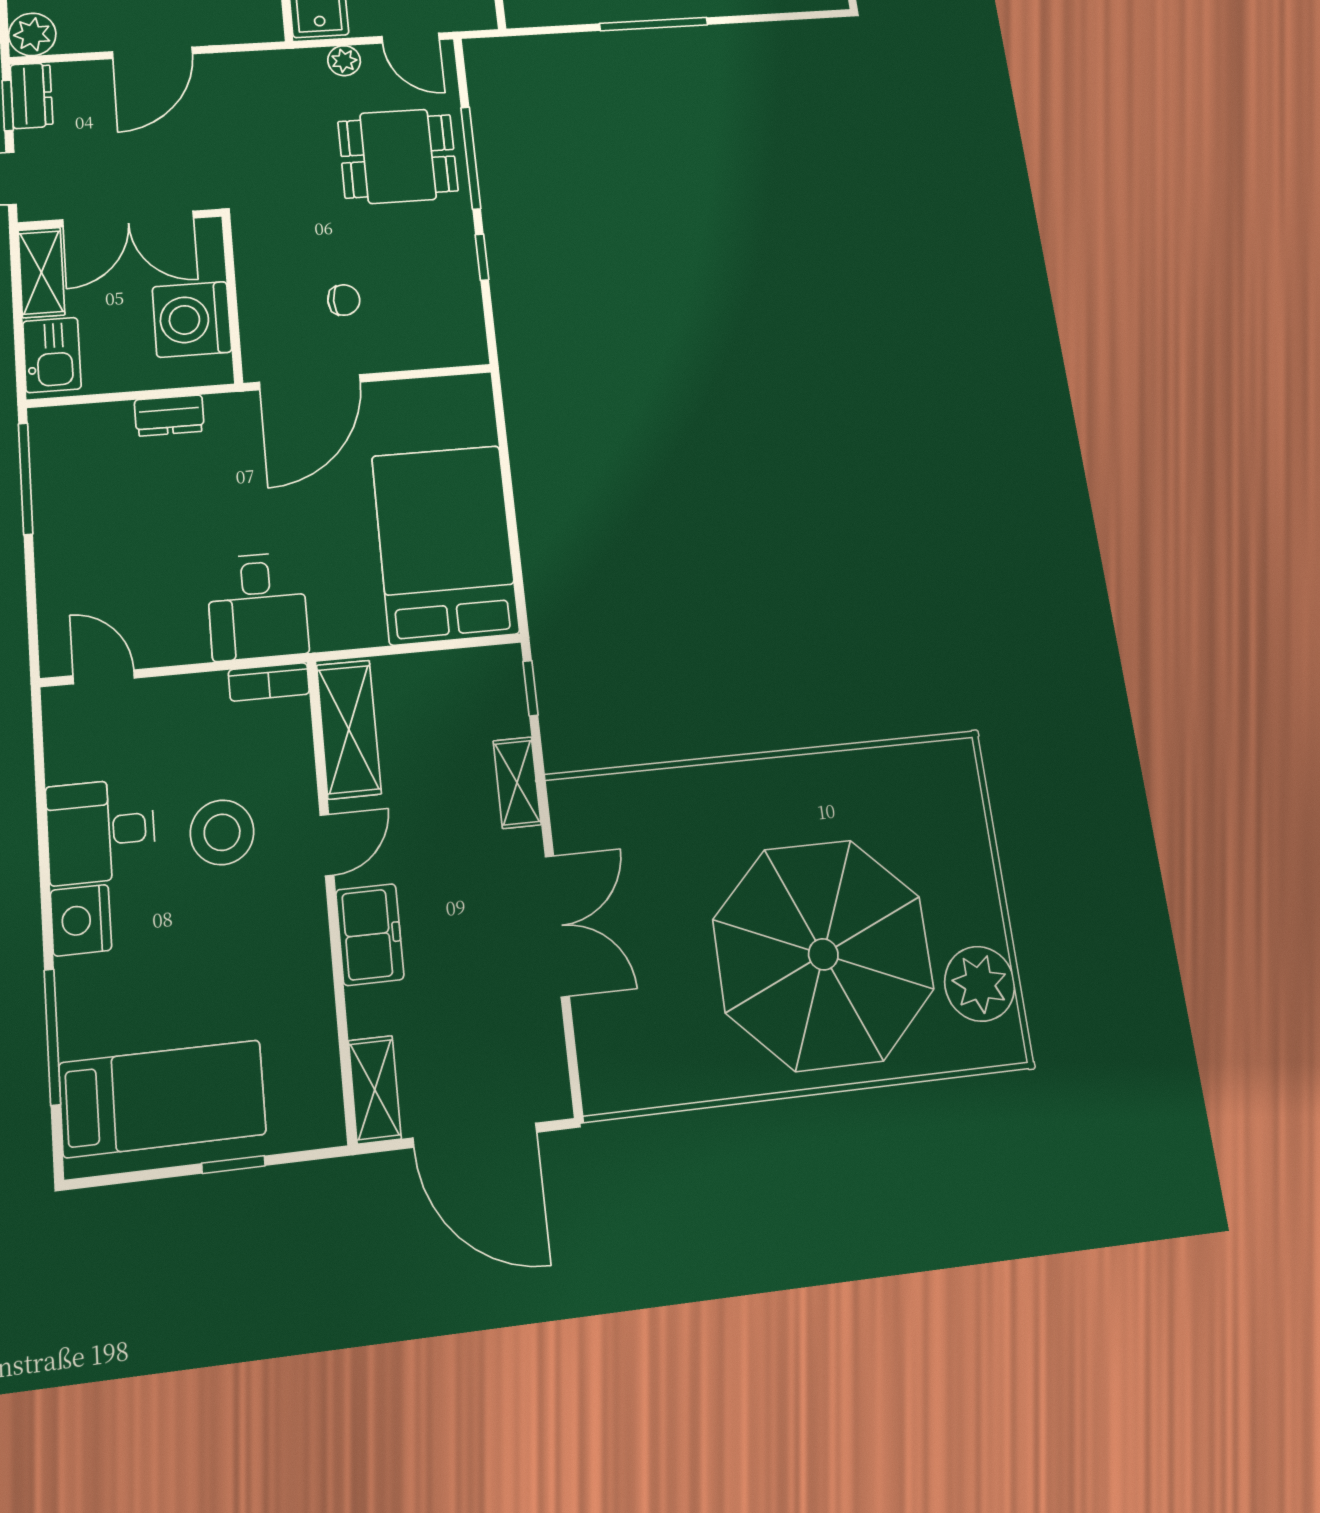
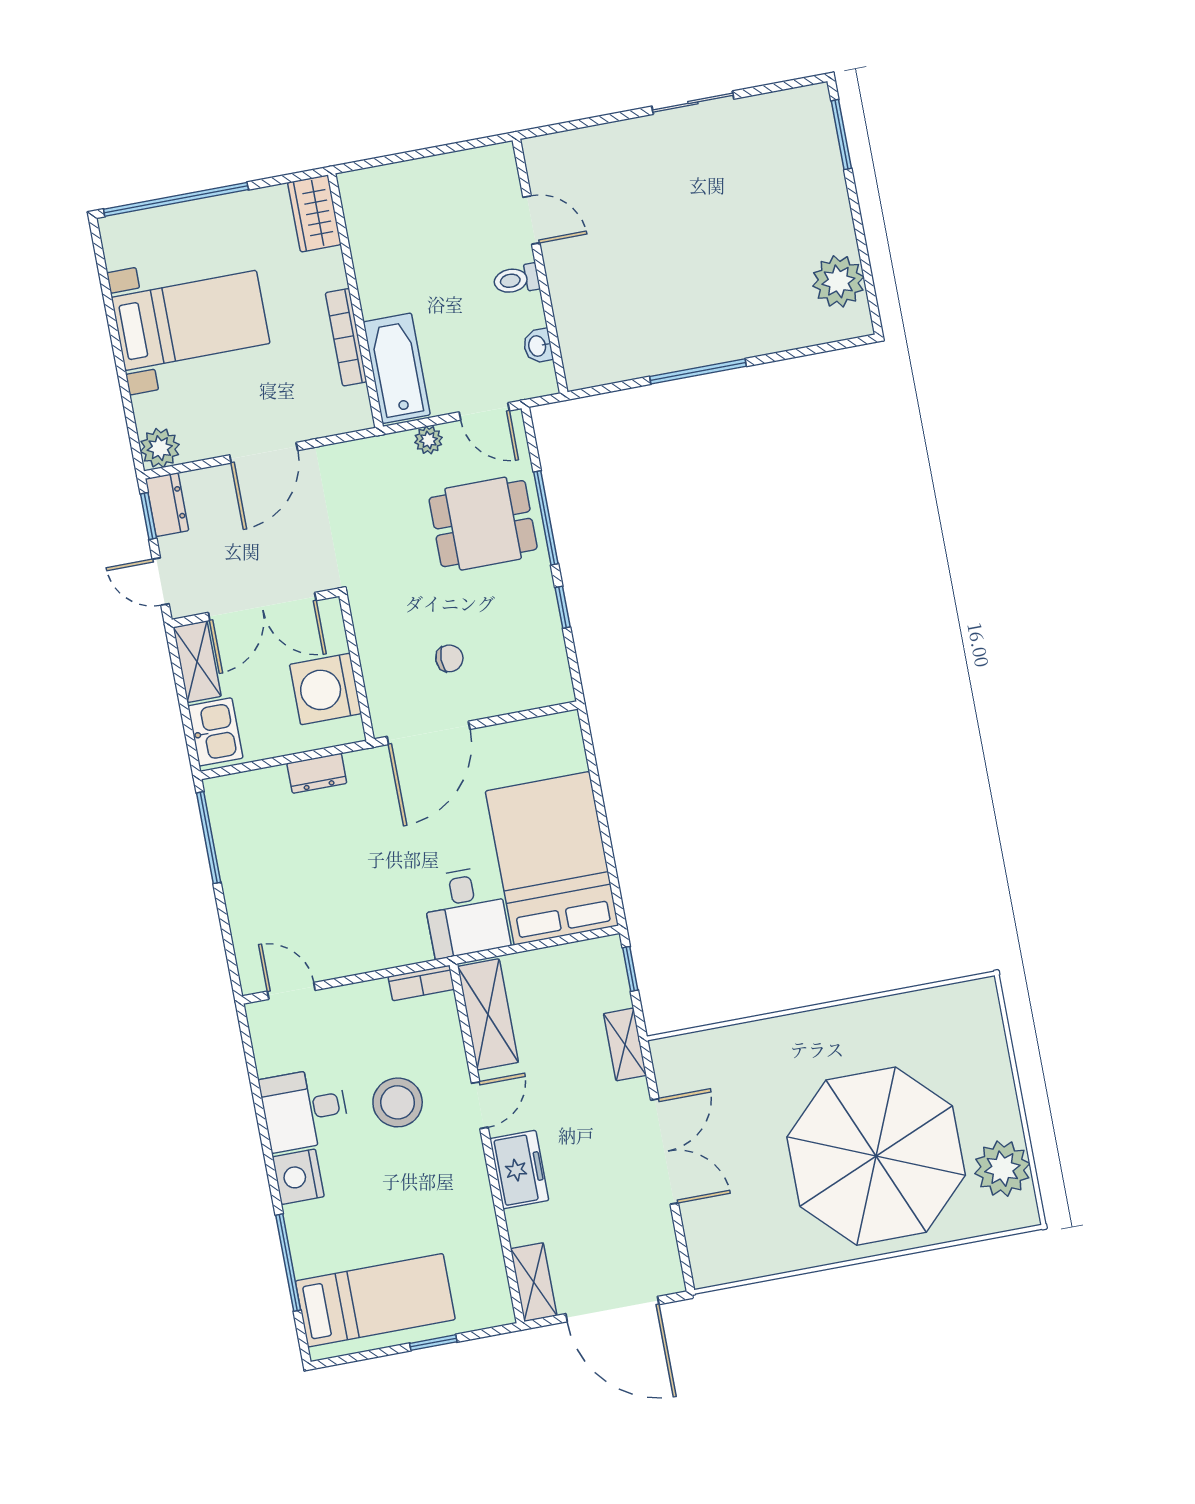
desk: (257, 606) -> (466, 912), moved

